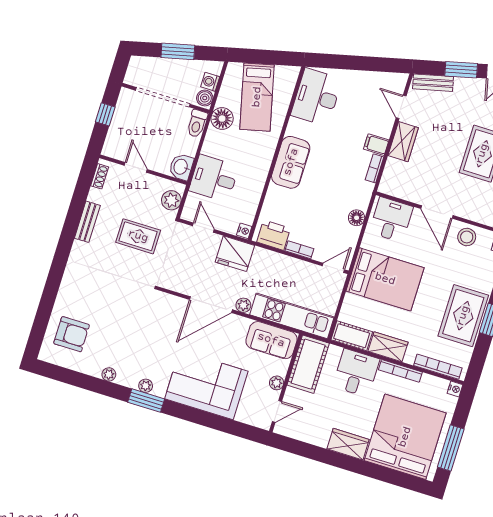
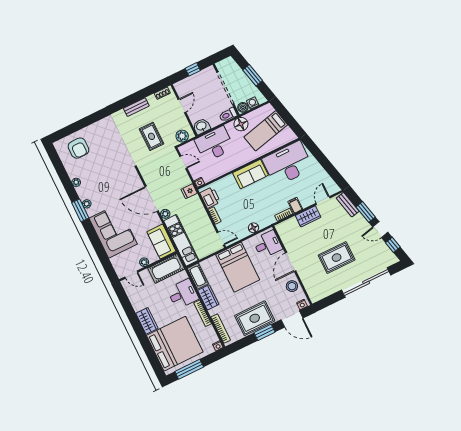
desk: (316, 97) -> (288, 164), width x1.36, depth x1.30
desk: (214, 178) -> (214, 144), width x1.37
door: (203, 228) -> (183, 162), hinge flipped
fridge: (235, 254) -> (189, 191), width x0.53, depth x0.75

